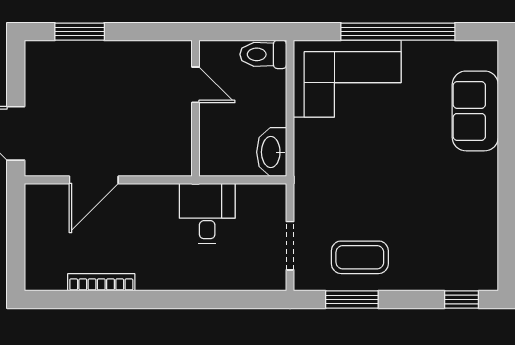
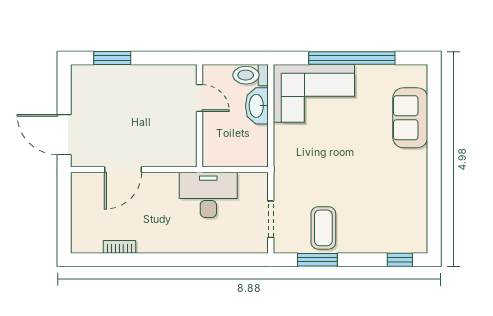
washbasin: (272, 152) -> (257, 106), moved
desk: (207, 213) -> (208, 195), width x1.37
coffee table: (360, 257) -> (323, 228), turned 90
bookcase: (101, 282) -> (119, 247), width x0.64

